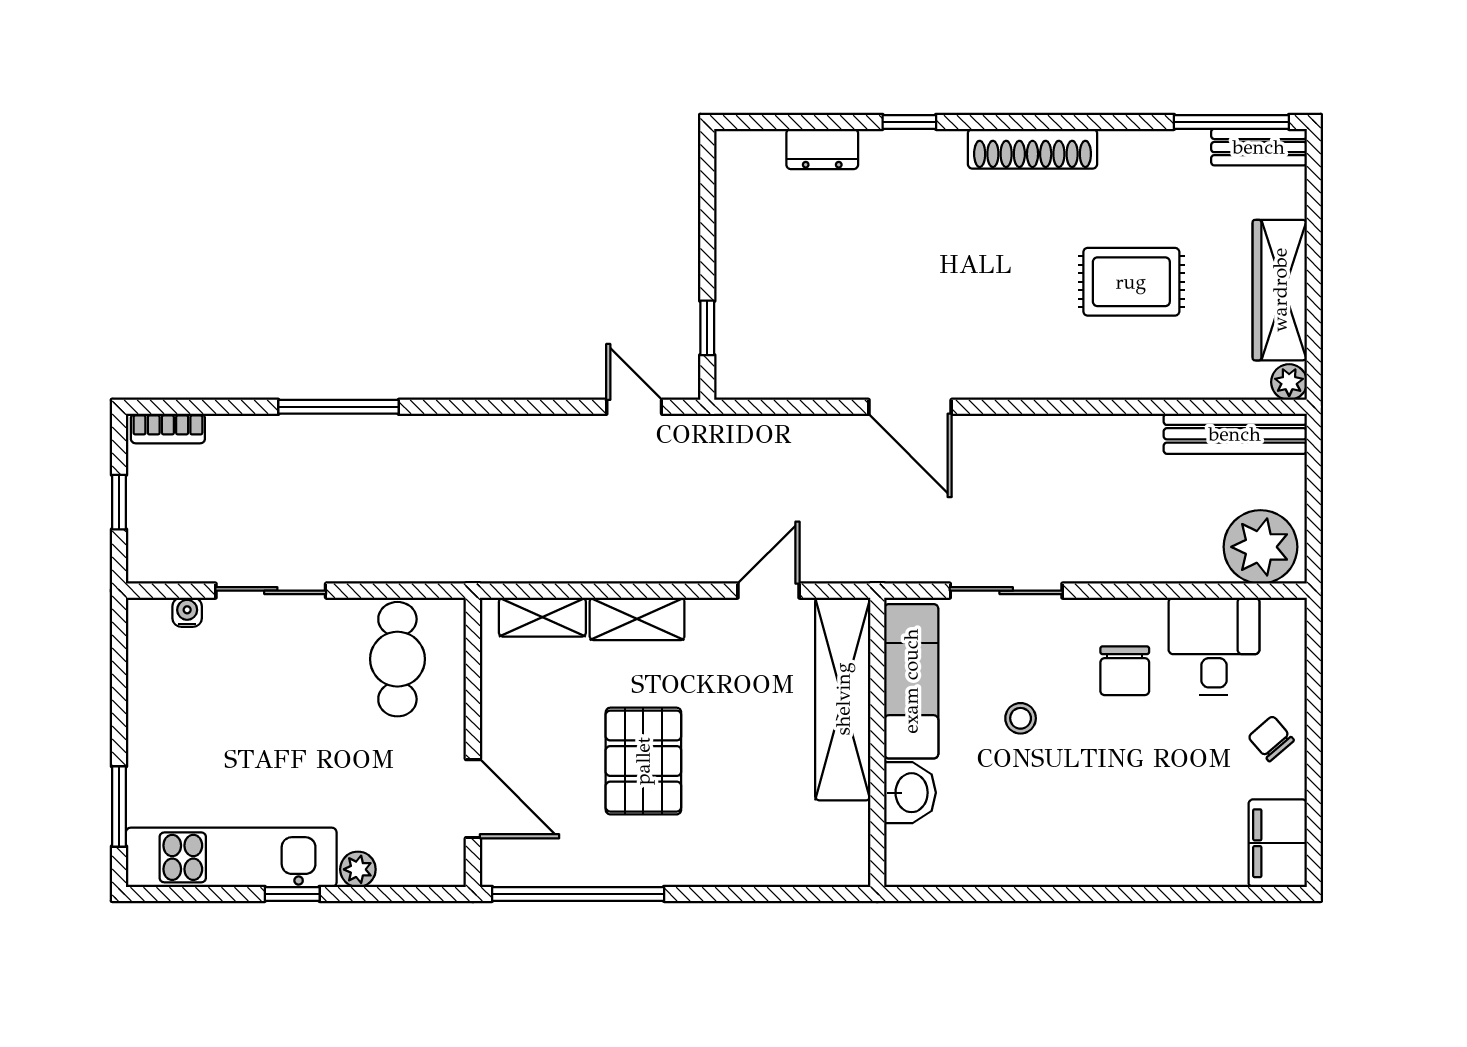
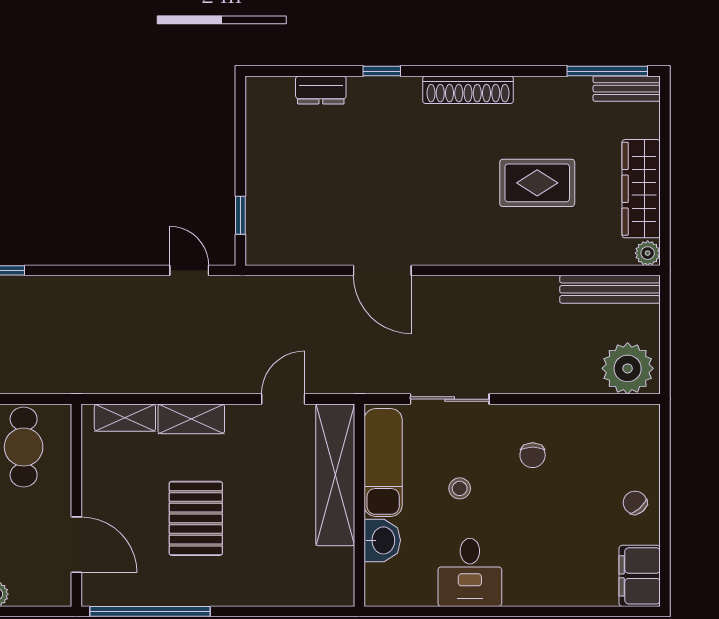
desk: (1214, 646) -> (470, 572), moved, turned 180
chair: (1125, 671) -> (533, 455), width x0.73, depth x0.73

